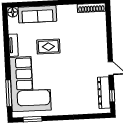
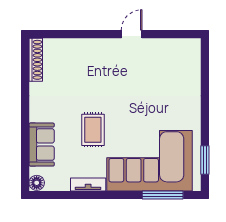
sofa: (37, 14) -> (42, 145), width x0.73
dresser: (104, 93) -> (169, 47), removed
window: (112, 96) -> (175, 34), removed

